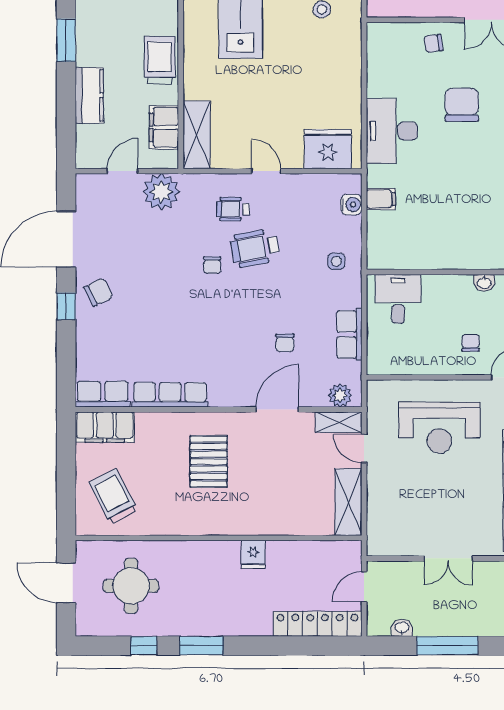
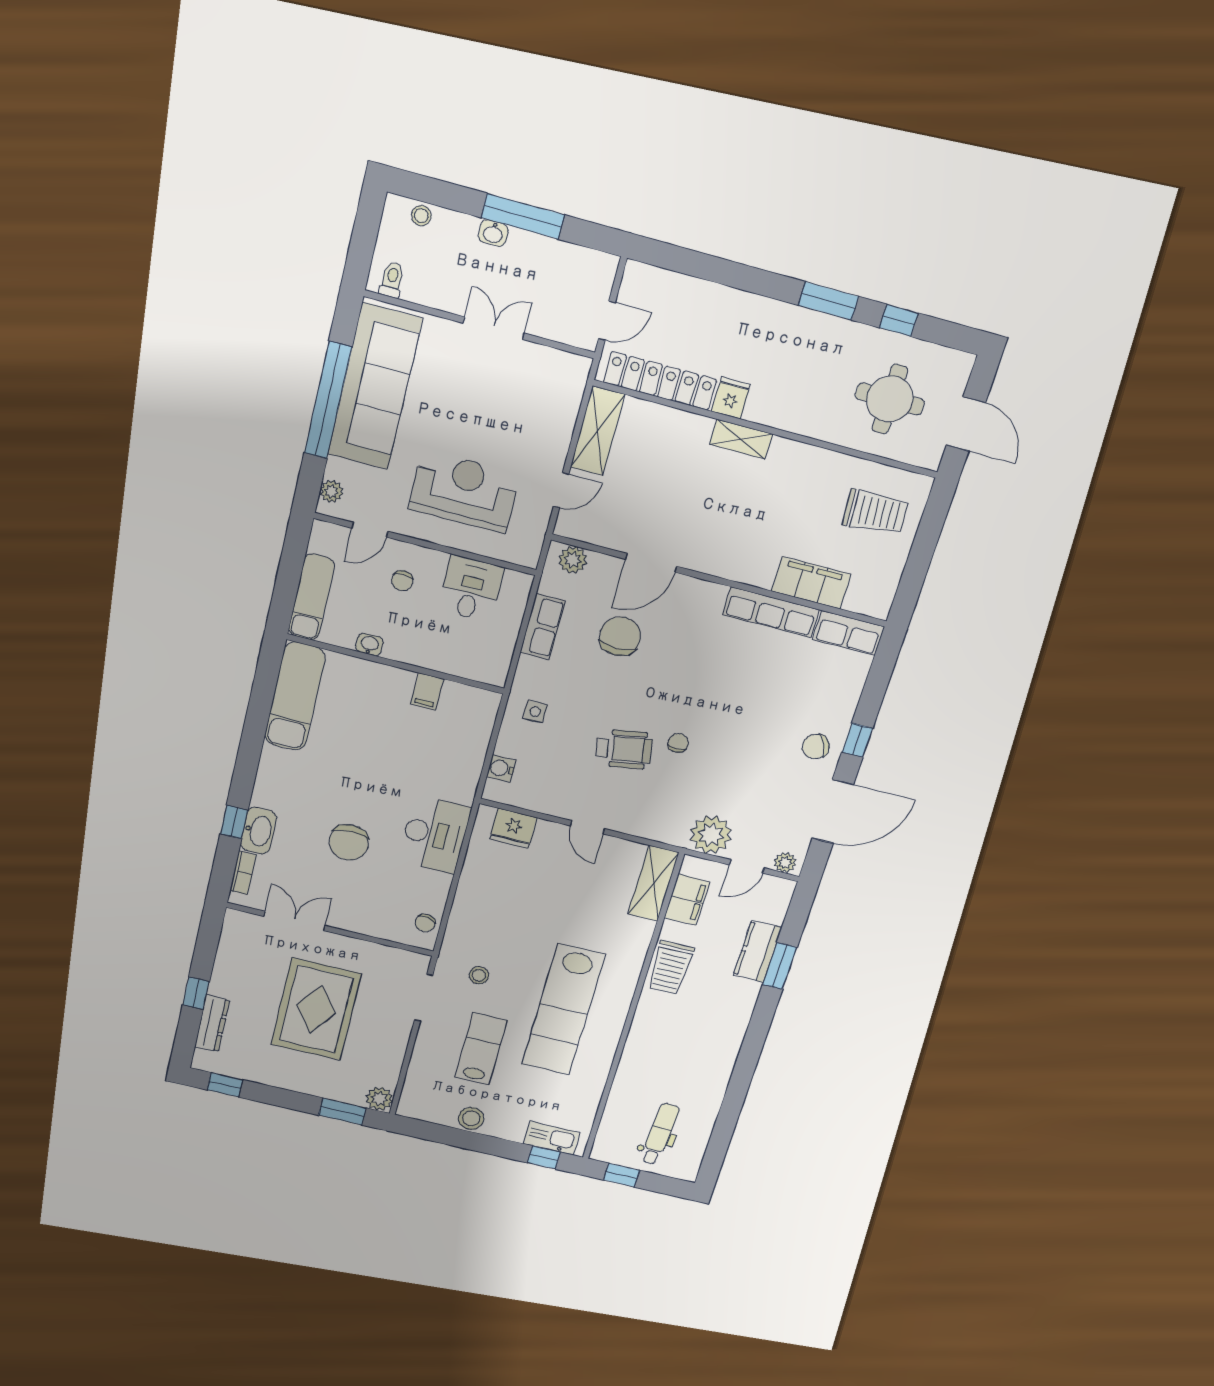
window: (66, 40) -> (780, 966), moved
chair: (434, 43) -> (425, 923), moved, turned 109
fridge: (328, 149) -> (513, 828), width x0.73, depth x0.75
plant: (91, 183) -> (785, 863), added
filing cabinet: (381, 199) -> (427, 692), moved, turned -90
wheelchair: (233, 209) -> (636, 797), removed
desk: (398, 299) -> (471, 589), moved, turned 180
chair: (285, 343) -> (620, 636), width x1.87, depth x1.87
shelving: (339, 422) -> (741, 439), moved
filing cabinet: (105, 427) -> (811, 583), moved
door: (364, 449) -> (561, 490), hinge flipped
pallet: (209, 462) -> (750, 524), removed
trolley: (113, 497) -> (875, 512), turned -66
locker: (317, 624) -> (660, 381), moved, turned 180
washbasin: (402, 628) -> (493, 233), moved

